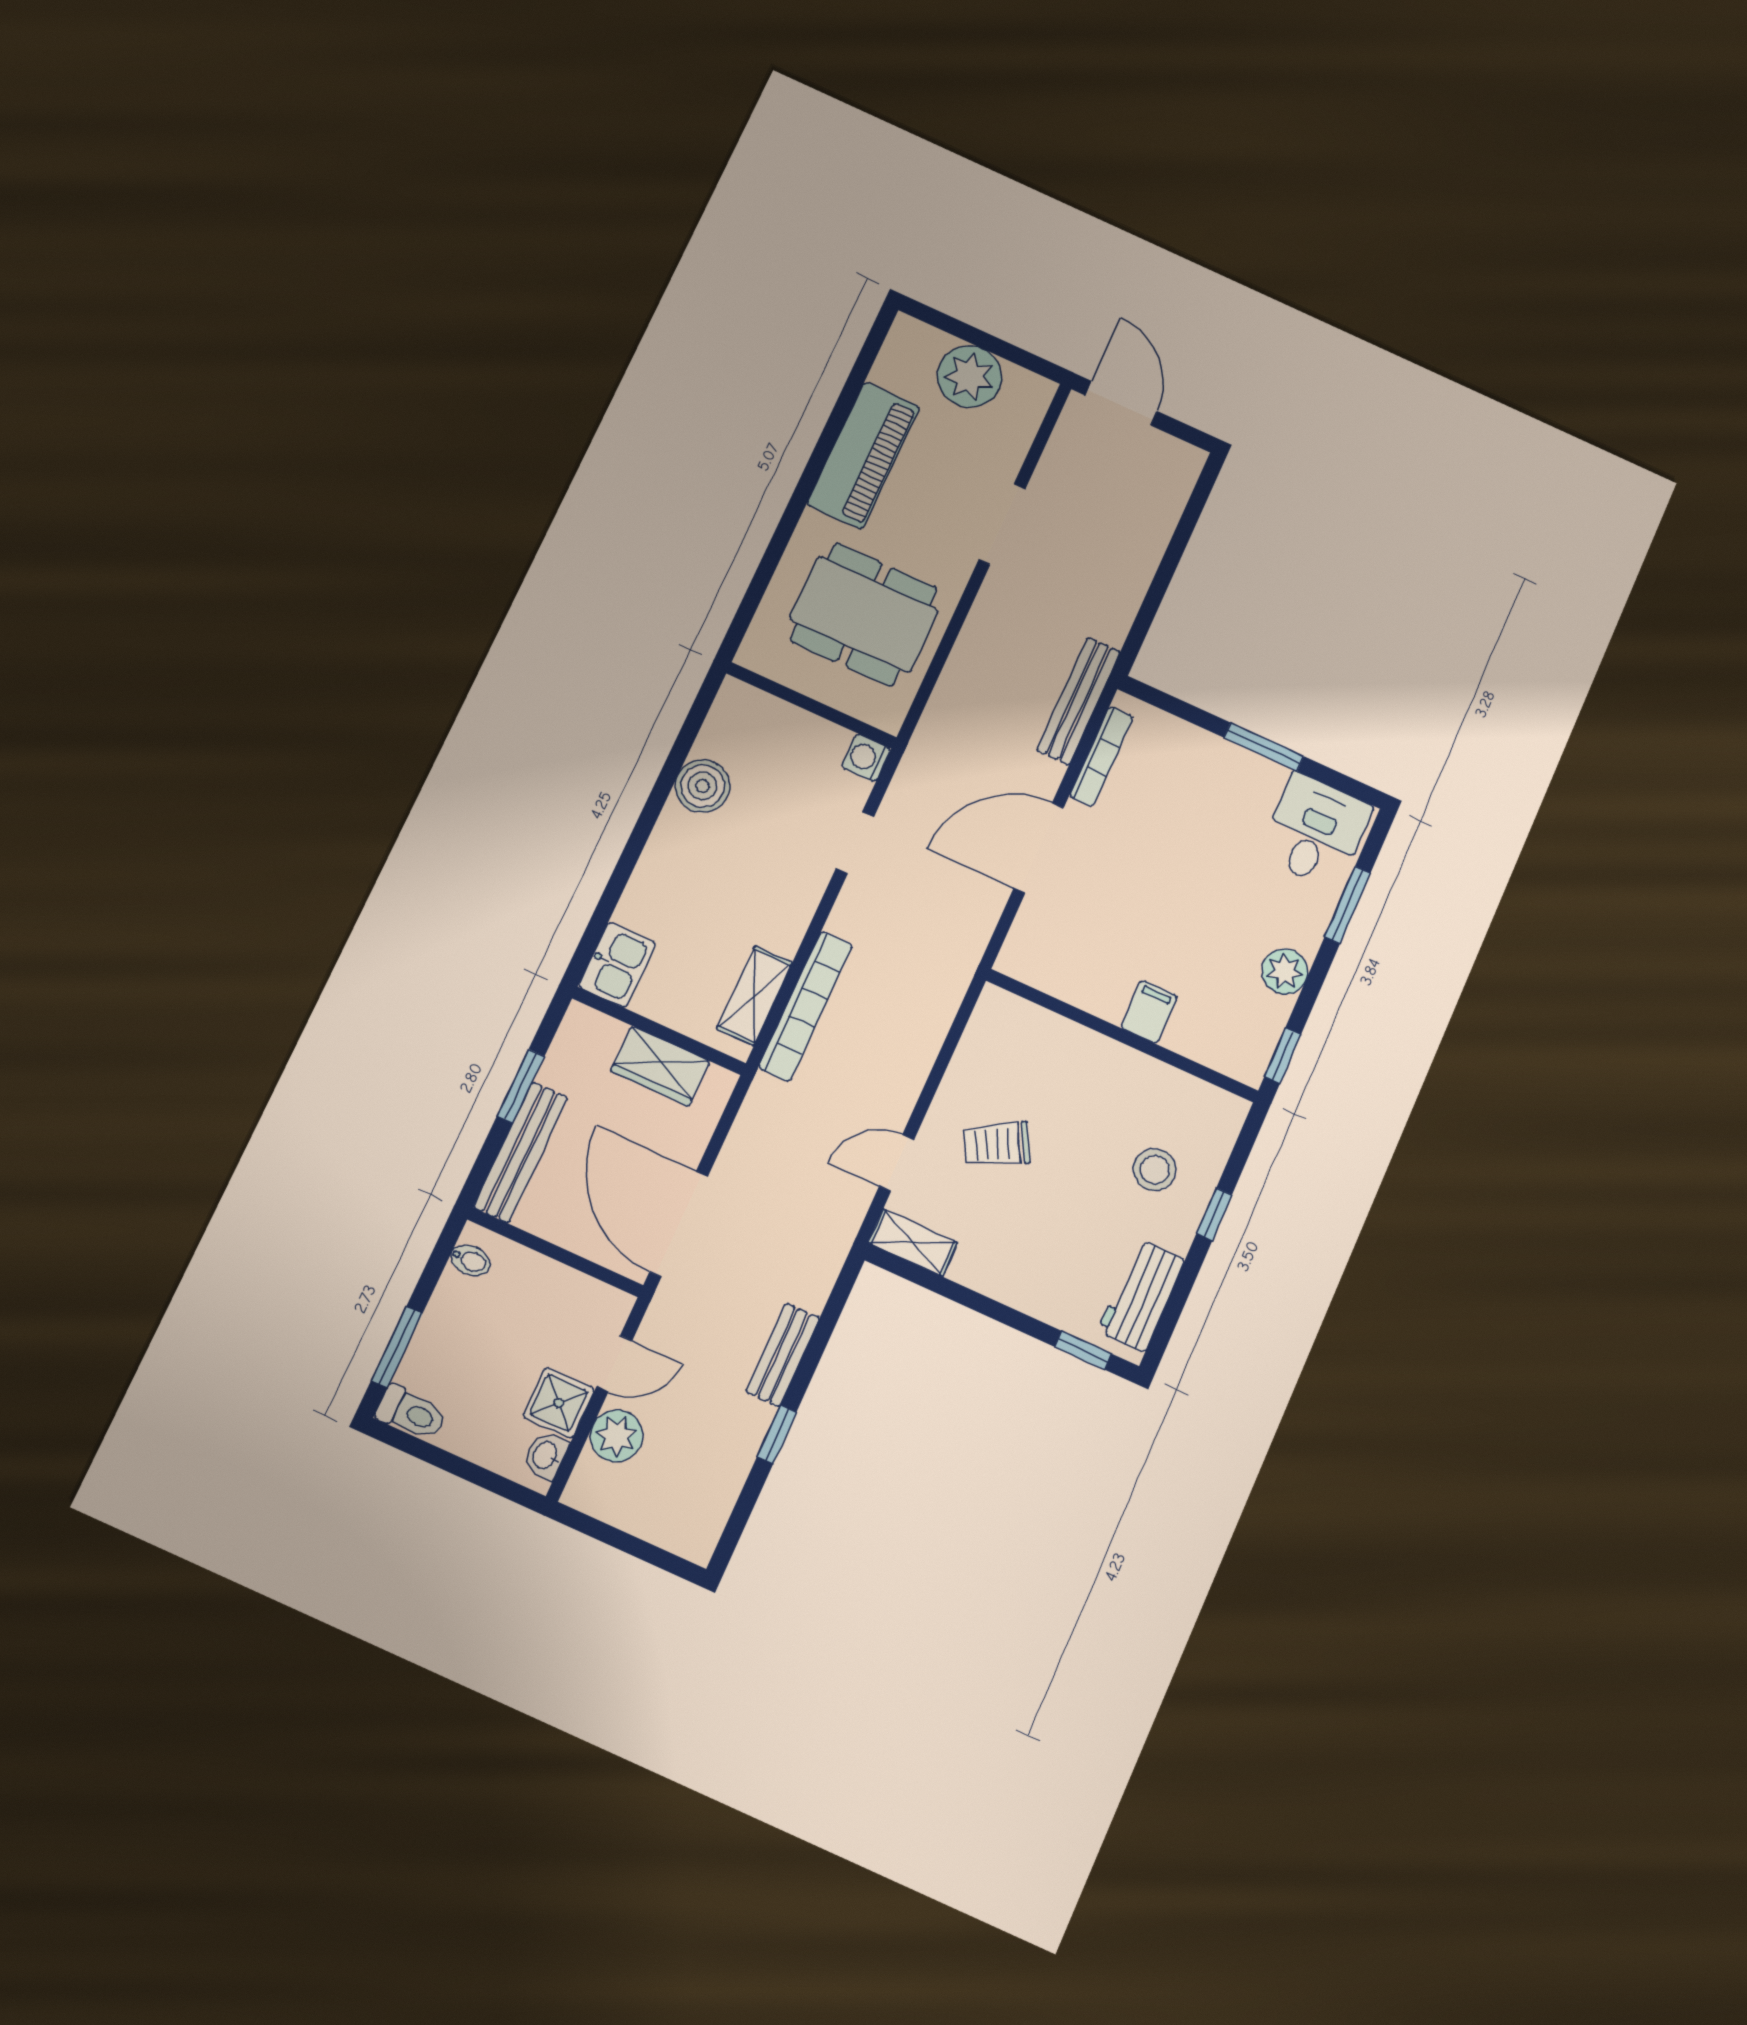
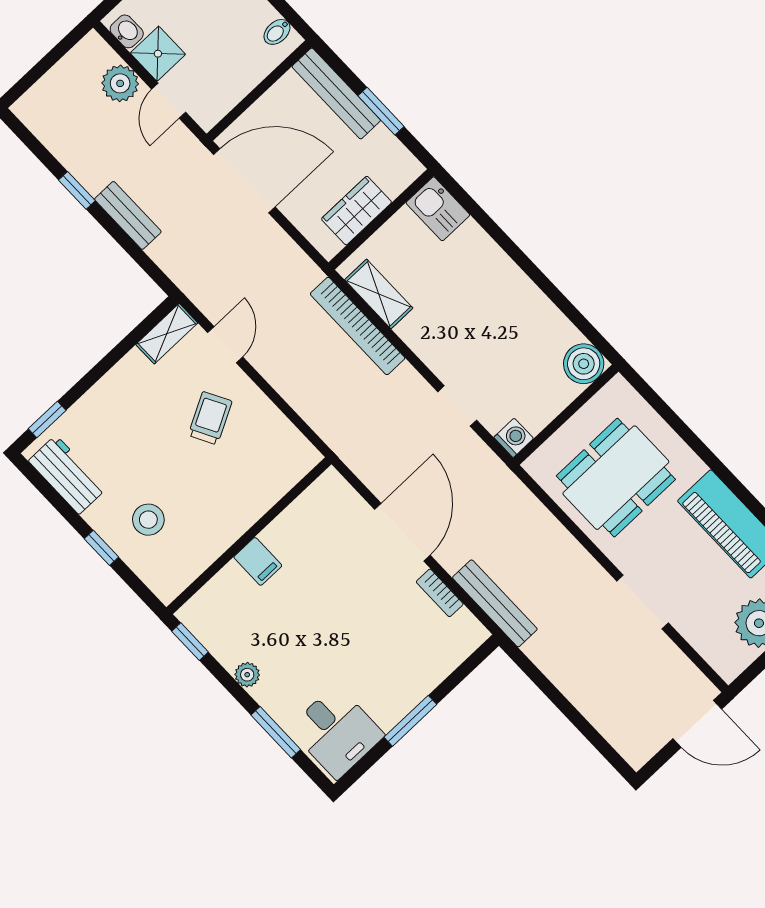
bookcase: (1101, 756) -> (440, 593), width x0.64
boiler: (702, 786) -> (584, 364), moved
plant: (1285, 971) -> (247, 675), width x0.73, depth x0.73

